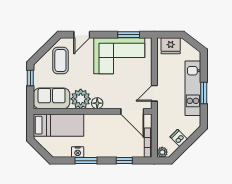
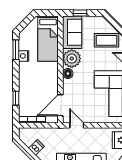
window: (30, 78) -> (80, 13), moved
plant: (162, 152) -> (23, 132), removed
window: (86, 161) -> (16, 50), moved

